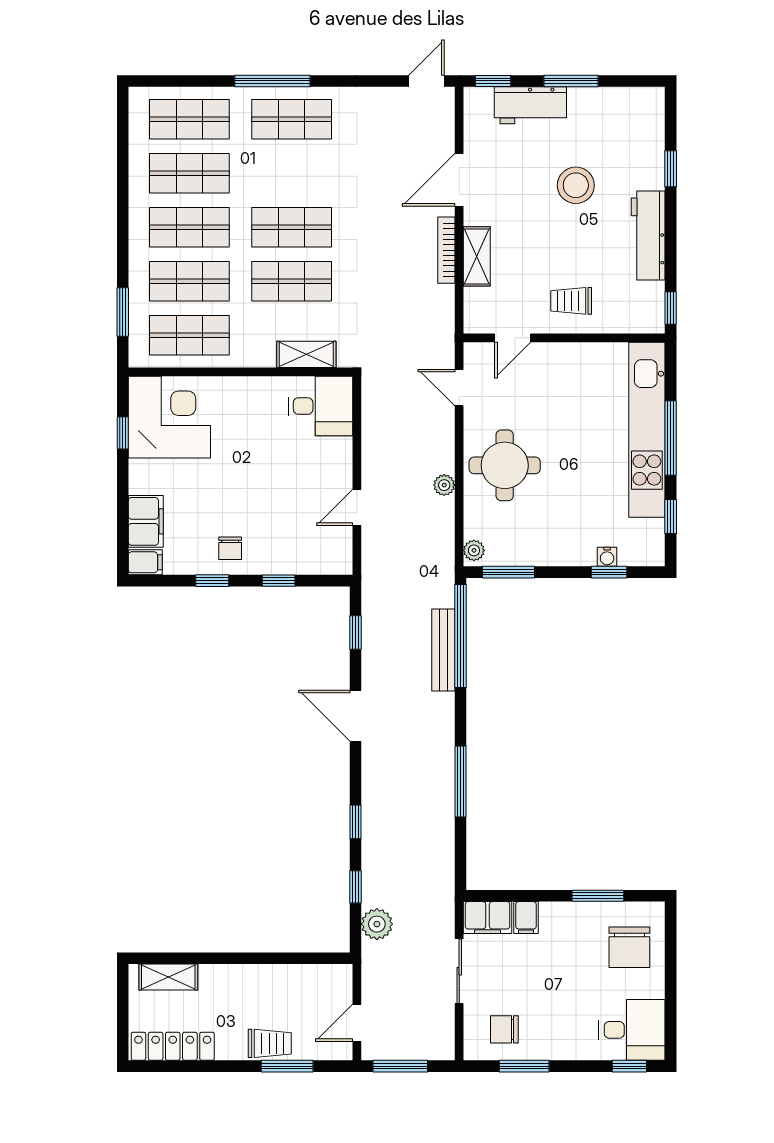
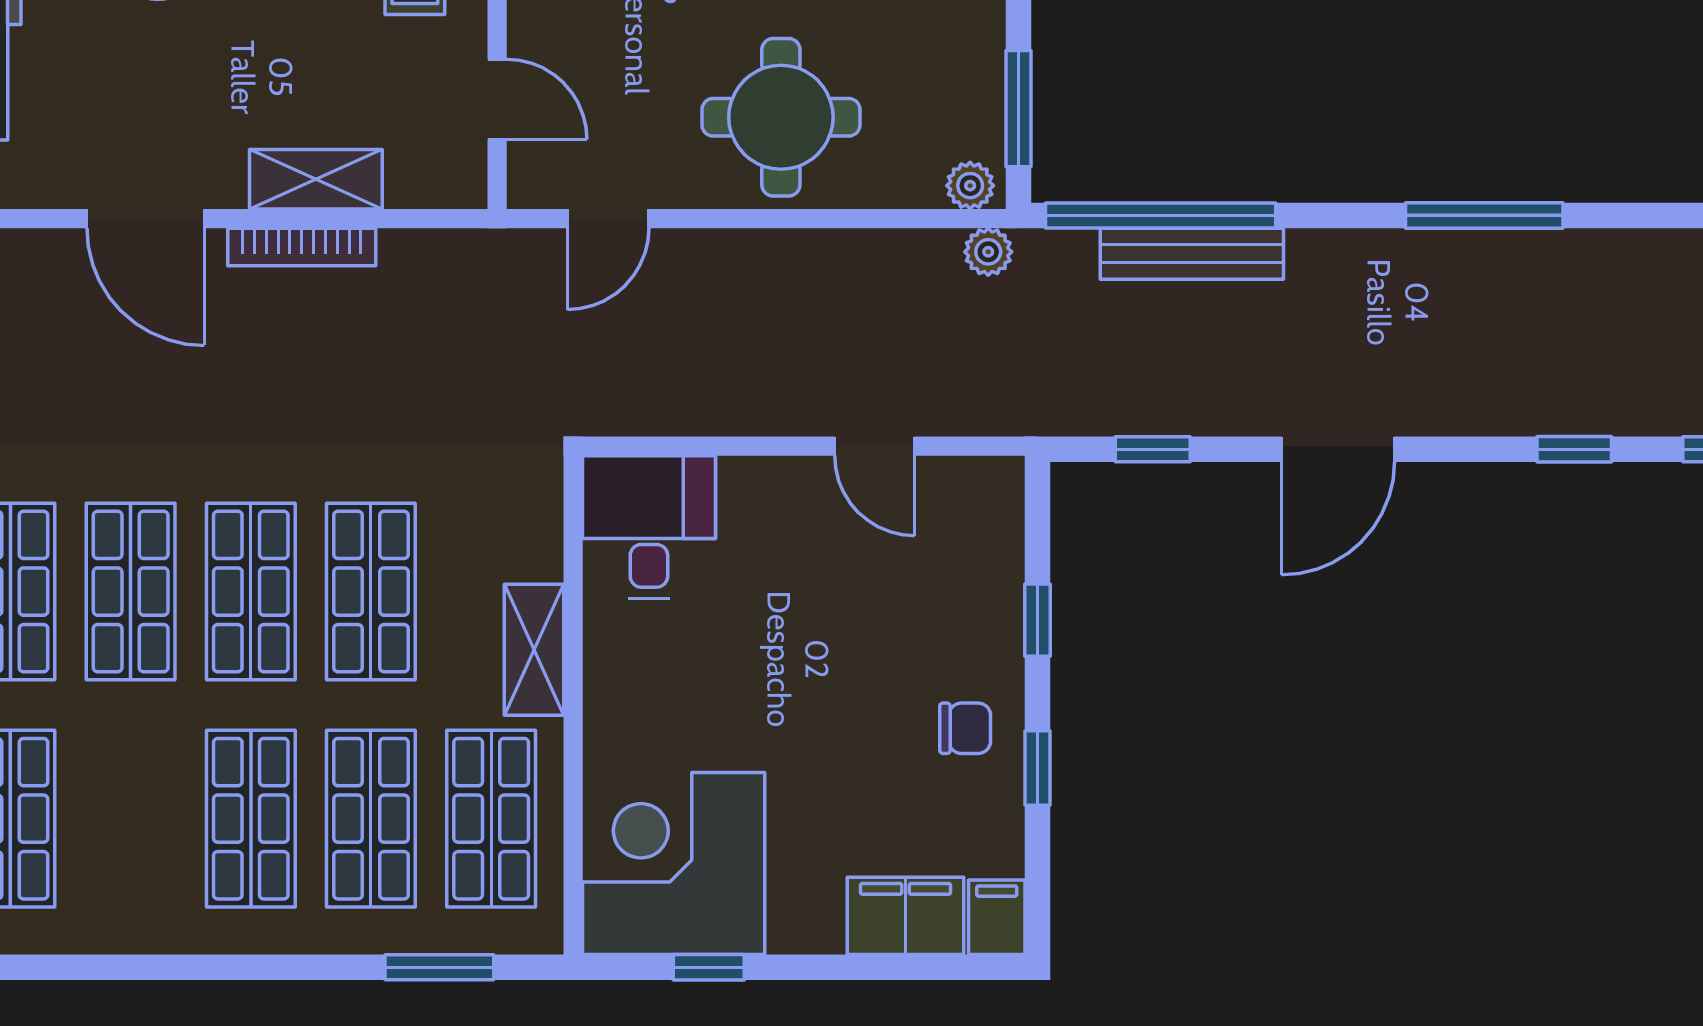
shop shelf: (189, 173) -> (131, 592), moved
shelving: (306, 354) -> (534, 650), moved
plant: (444, 485) -> (988, 252), moved

